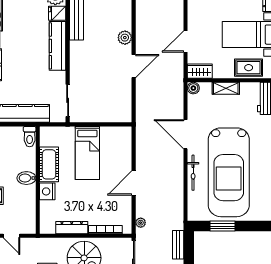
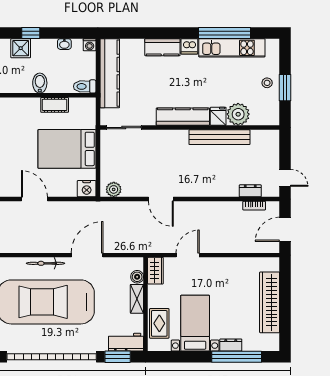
plant: (125, 38) -> (114, 189), moved
door: (186, 41) -> (188, 255), hinge flipped
boiler: (193, 88) -> (137, 277), moved
bed: (87, 153) -> (67, 149), width x1.50
cot: (49, 164) -> (55, 105), width x0.73, depth x0.75
nightstand: (47, 191) -> (87, 189), moved, turned 180

